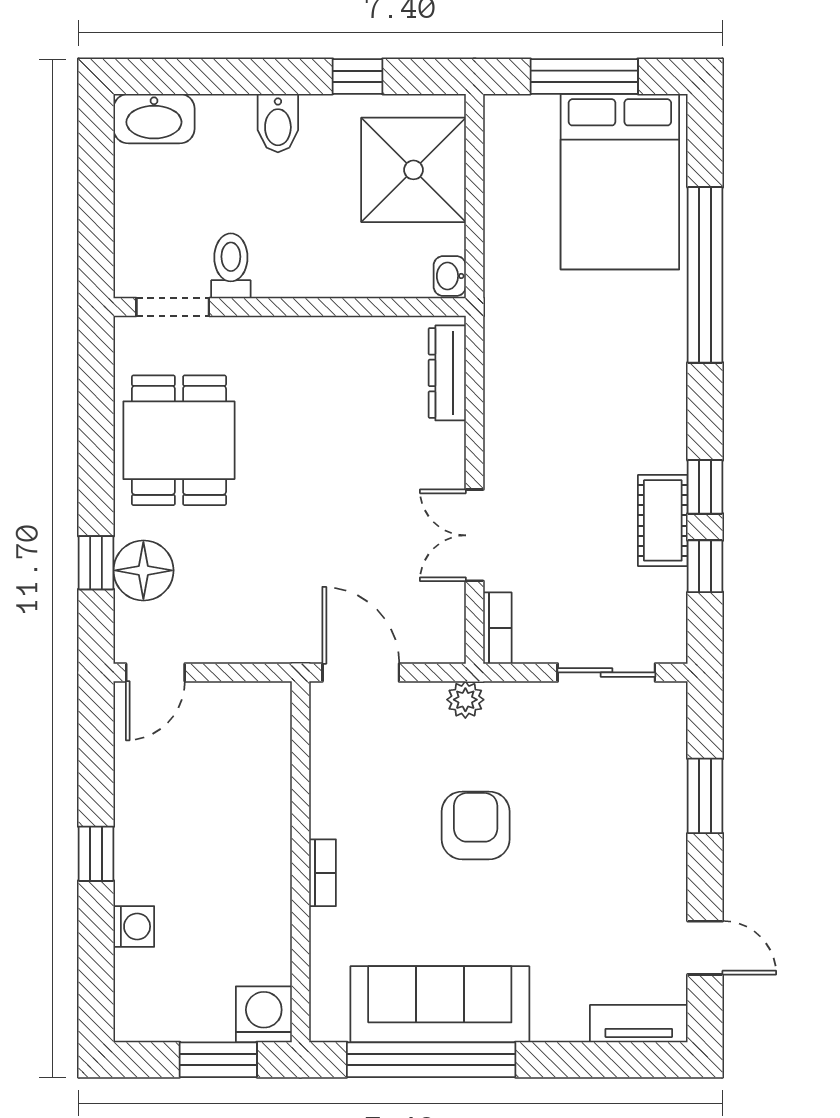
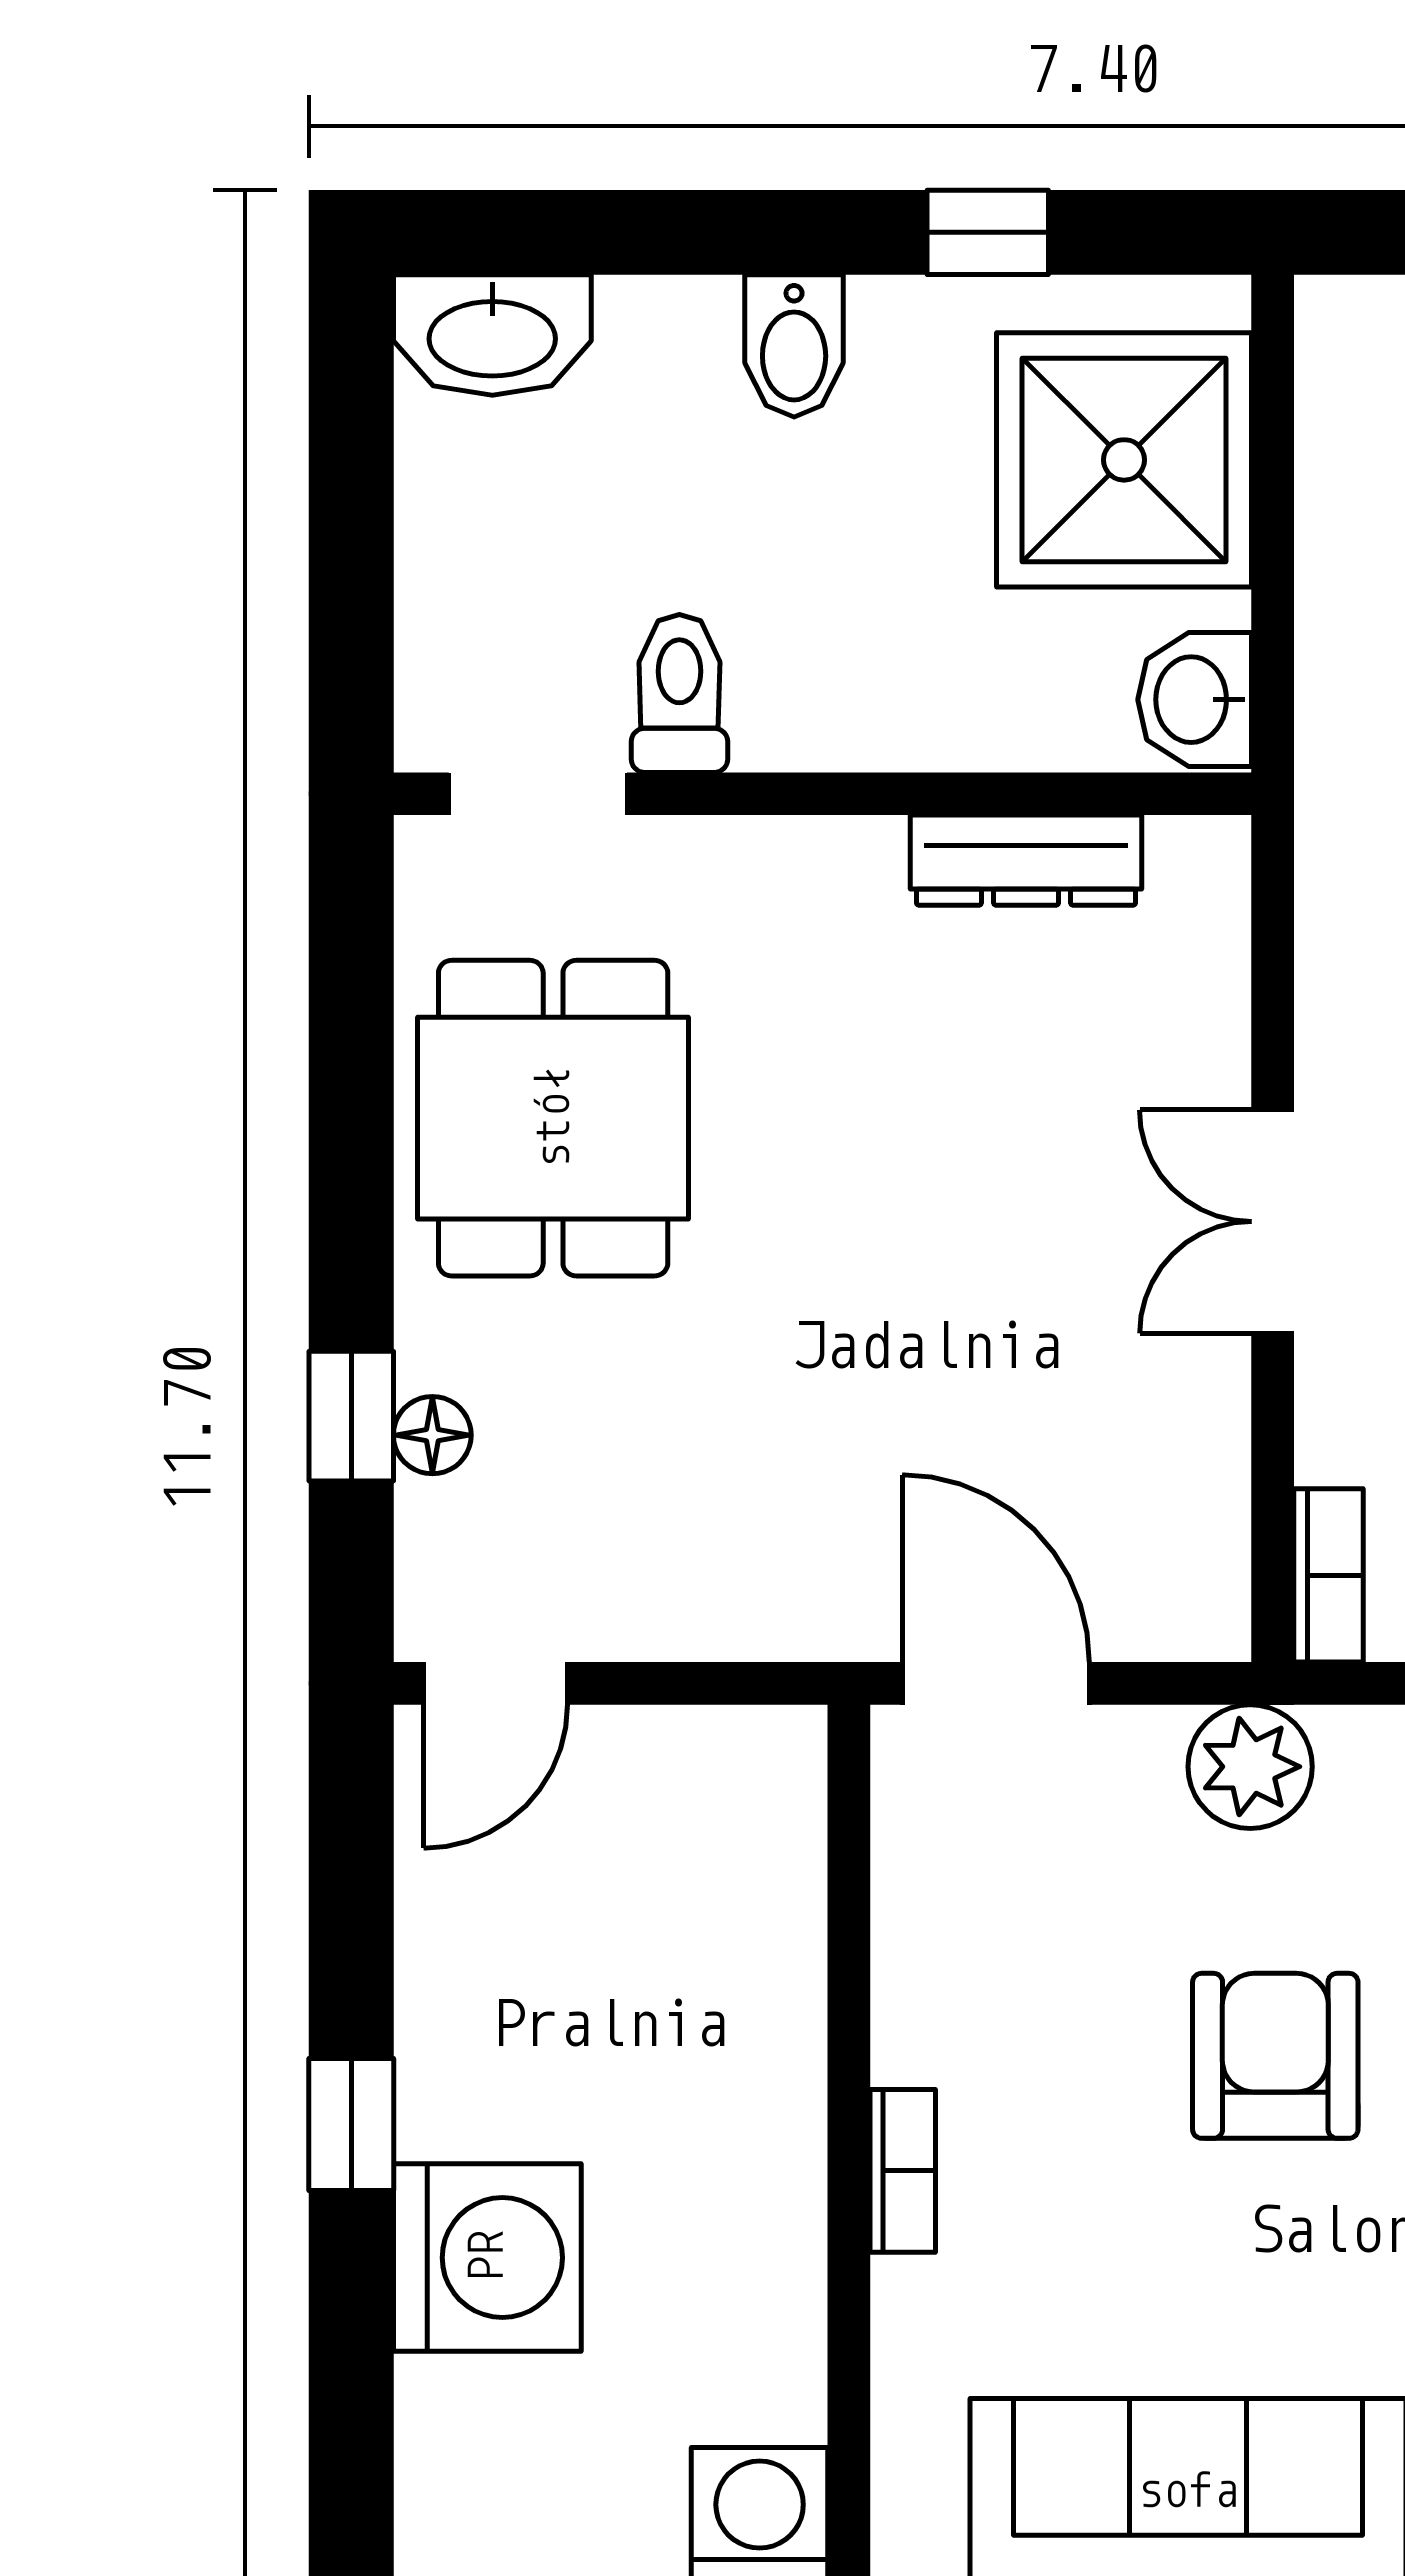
washbasin: (450, 276) -> (1195, 700), width x1.38, depth x1.45
dresser: (447, 373) -> (1026, 860), moved, turned -90
double door: (475, 535) -> (1273, 1222), moved
floor lamp: (143, 570) -> (432, 1435), width x0.53, depth x0.53
plant: (465, 700) -> (1250, 1767), width x1.38, depth x1.38
washing machine: (134, 926) -> (487, 2258), width x1.89, depth x1.89

